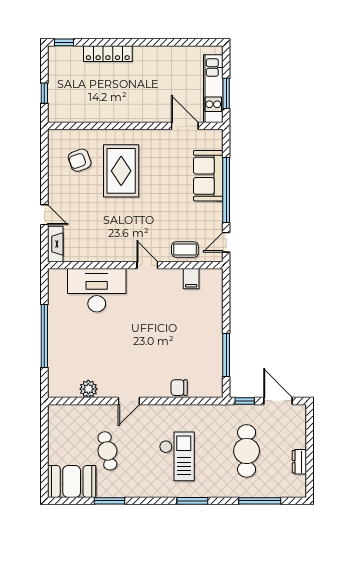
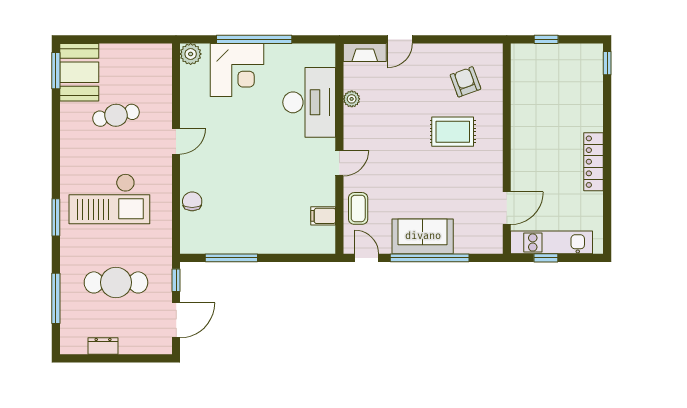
locker: (108, 54) -> (594, 162), moved
window: (226, 93) -> (546, 258), width x0.67
rug: (121, 171) -> (453, 132), width x0.73, depth x0.70
sofa: (208, 176) -> (423, 236), moved
plant: (94, 255) -> (352, 99), added
corner desk: (70, 350) -> (237, 70), added
plant: (88, 389) -> (191, 54), moved
door: (129, 401) -> (176, 141), swing flipped
checkout: (177, 456) -> (109, 199), width x1.36, depth x1.21
window: (110, 501) -> (56, 71), moved

